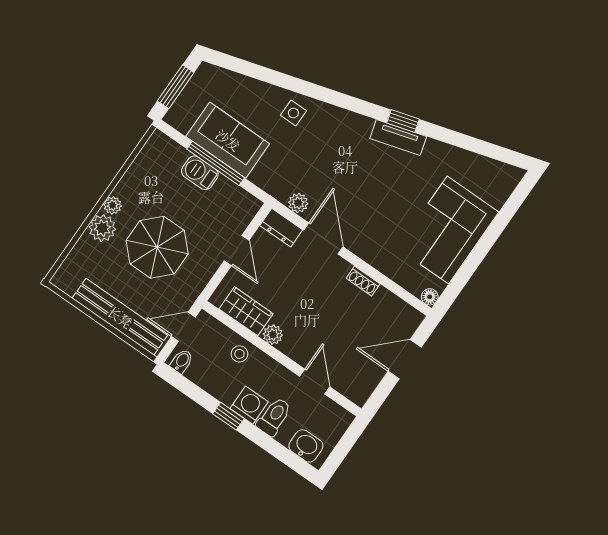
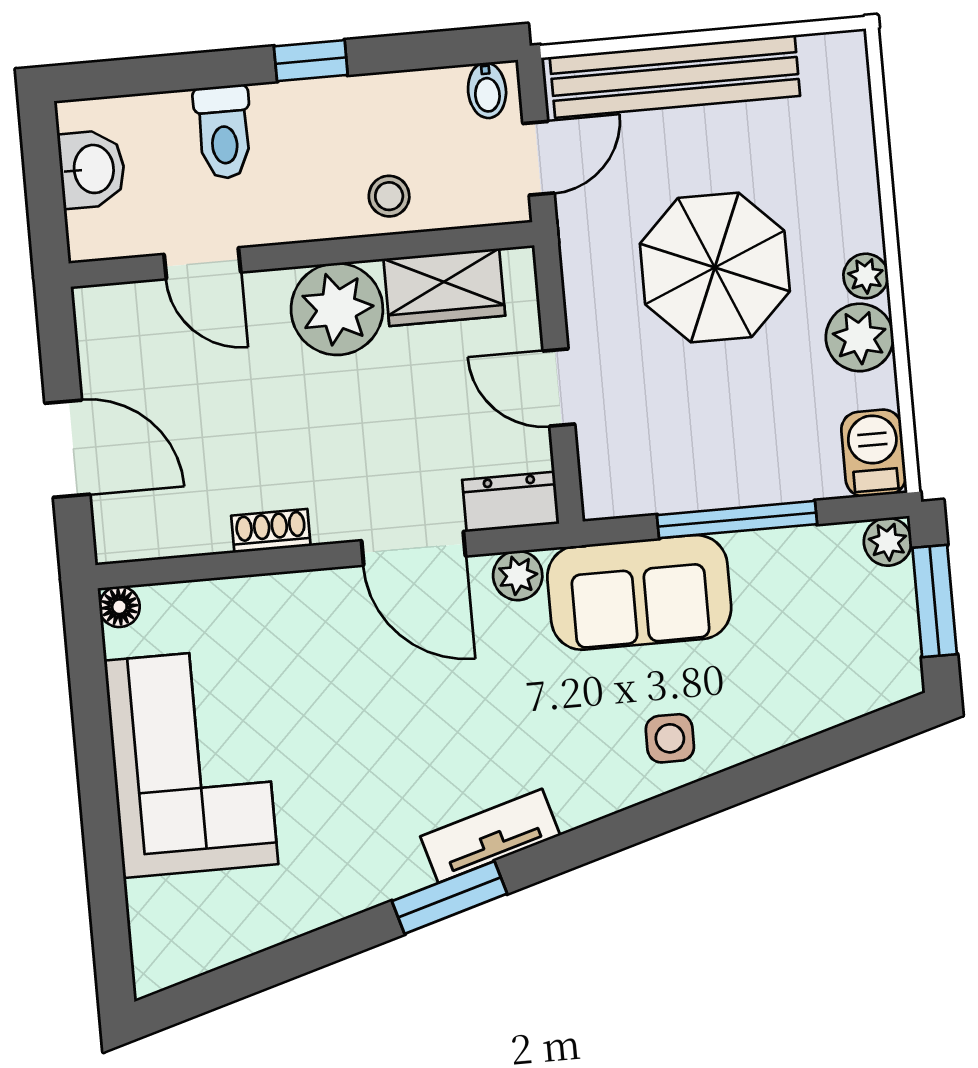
plant: (175, 117) -> (888, 542), added
window: (403, 121) -> (449, 897), width x1.50
tv unit: (398, 138) -> (490, 836), moved
sofa: (228, 140) -> (639, 592), moved
barbecue: (200, 173) -> (874, 453), moved, turned -90
plant: (102, 228) -> (860, 337), moved
plant: (273, 335) -> (337, 309), width x1.88, depth x1.88
door: (405, 359) -> (67, 449), hinge flipped
washing machine: (249, 405) -> (289, 114), removed
washbasin: (306, 446) -> (92, 169), moved, turned -90

